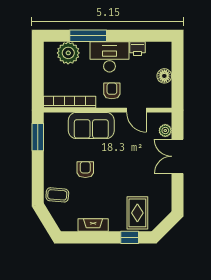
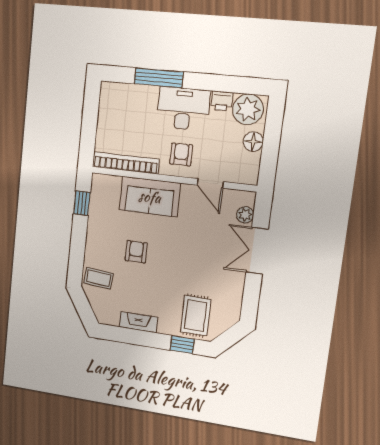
plant: (68, 53) -> (248, 109), moved
window: (38, 137) -> (82, 203), width x0.67

